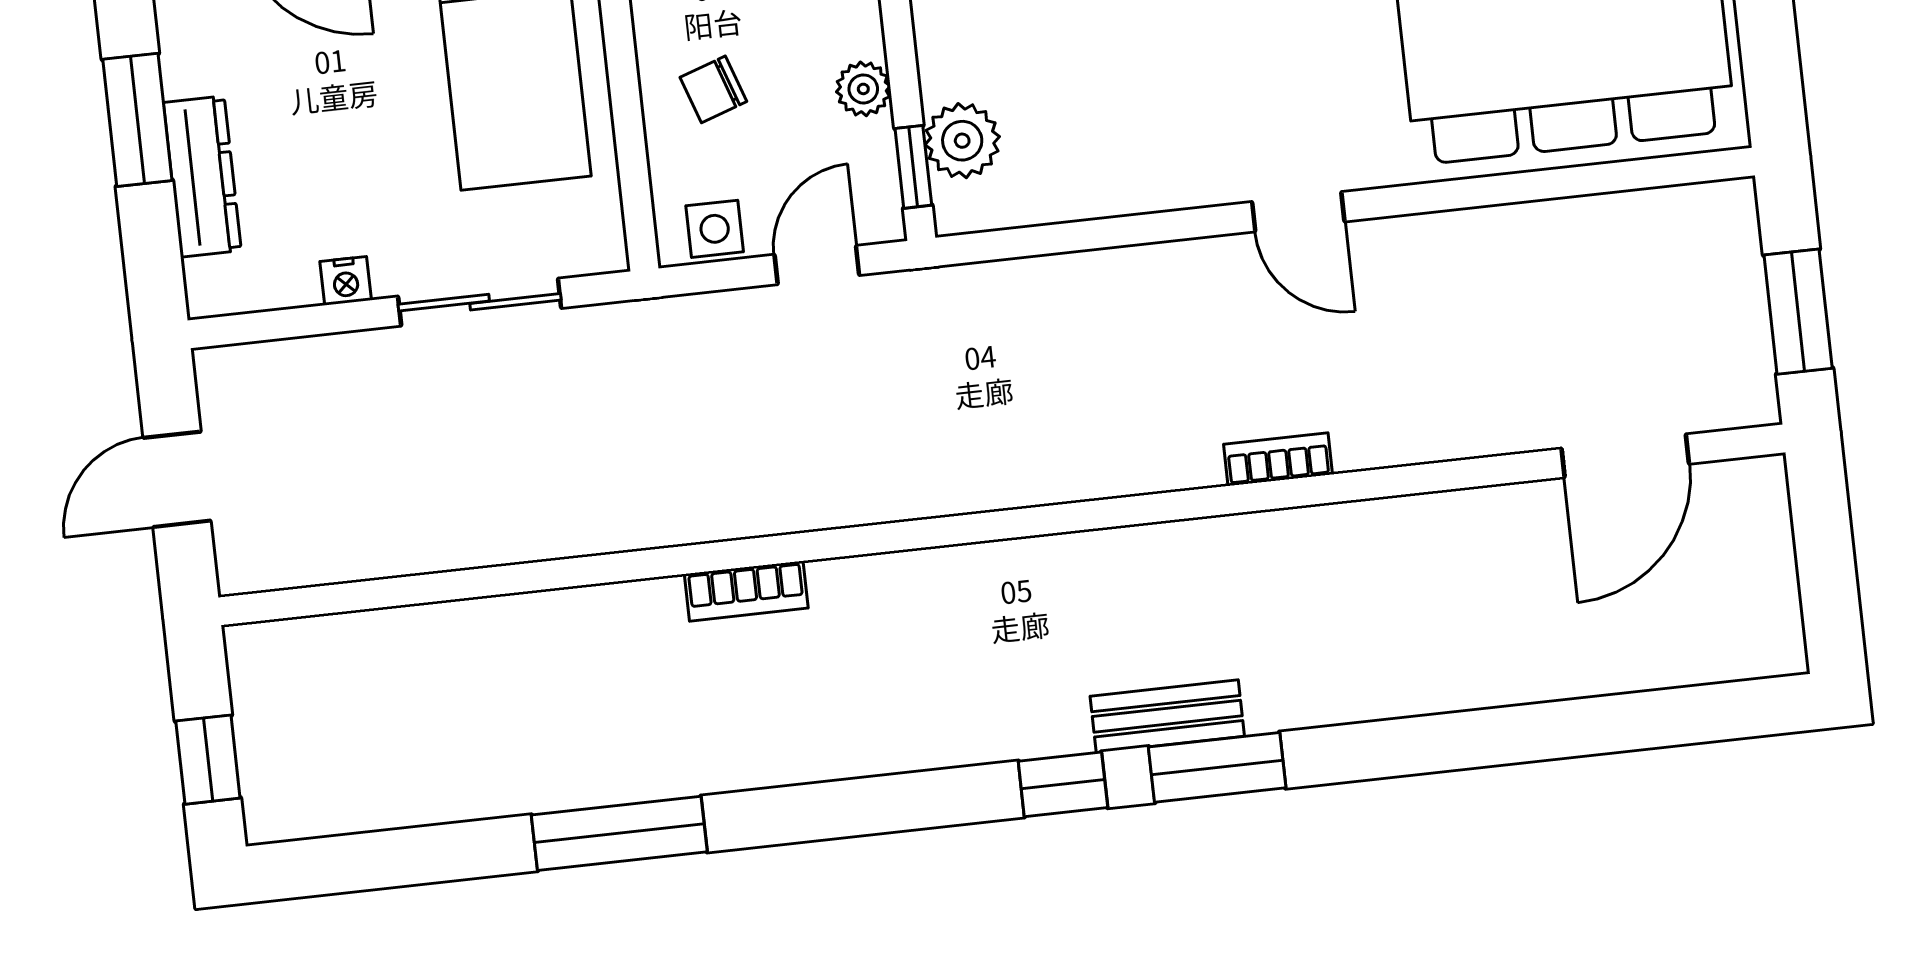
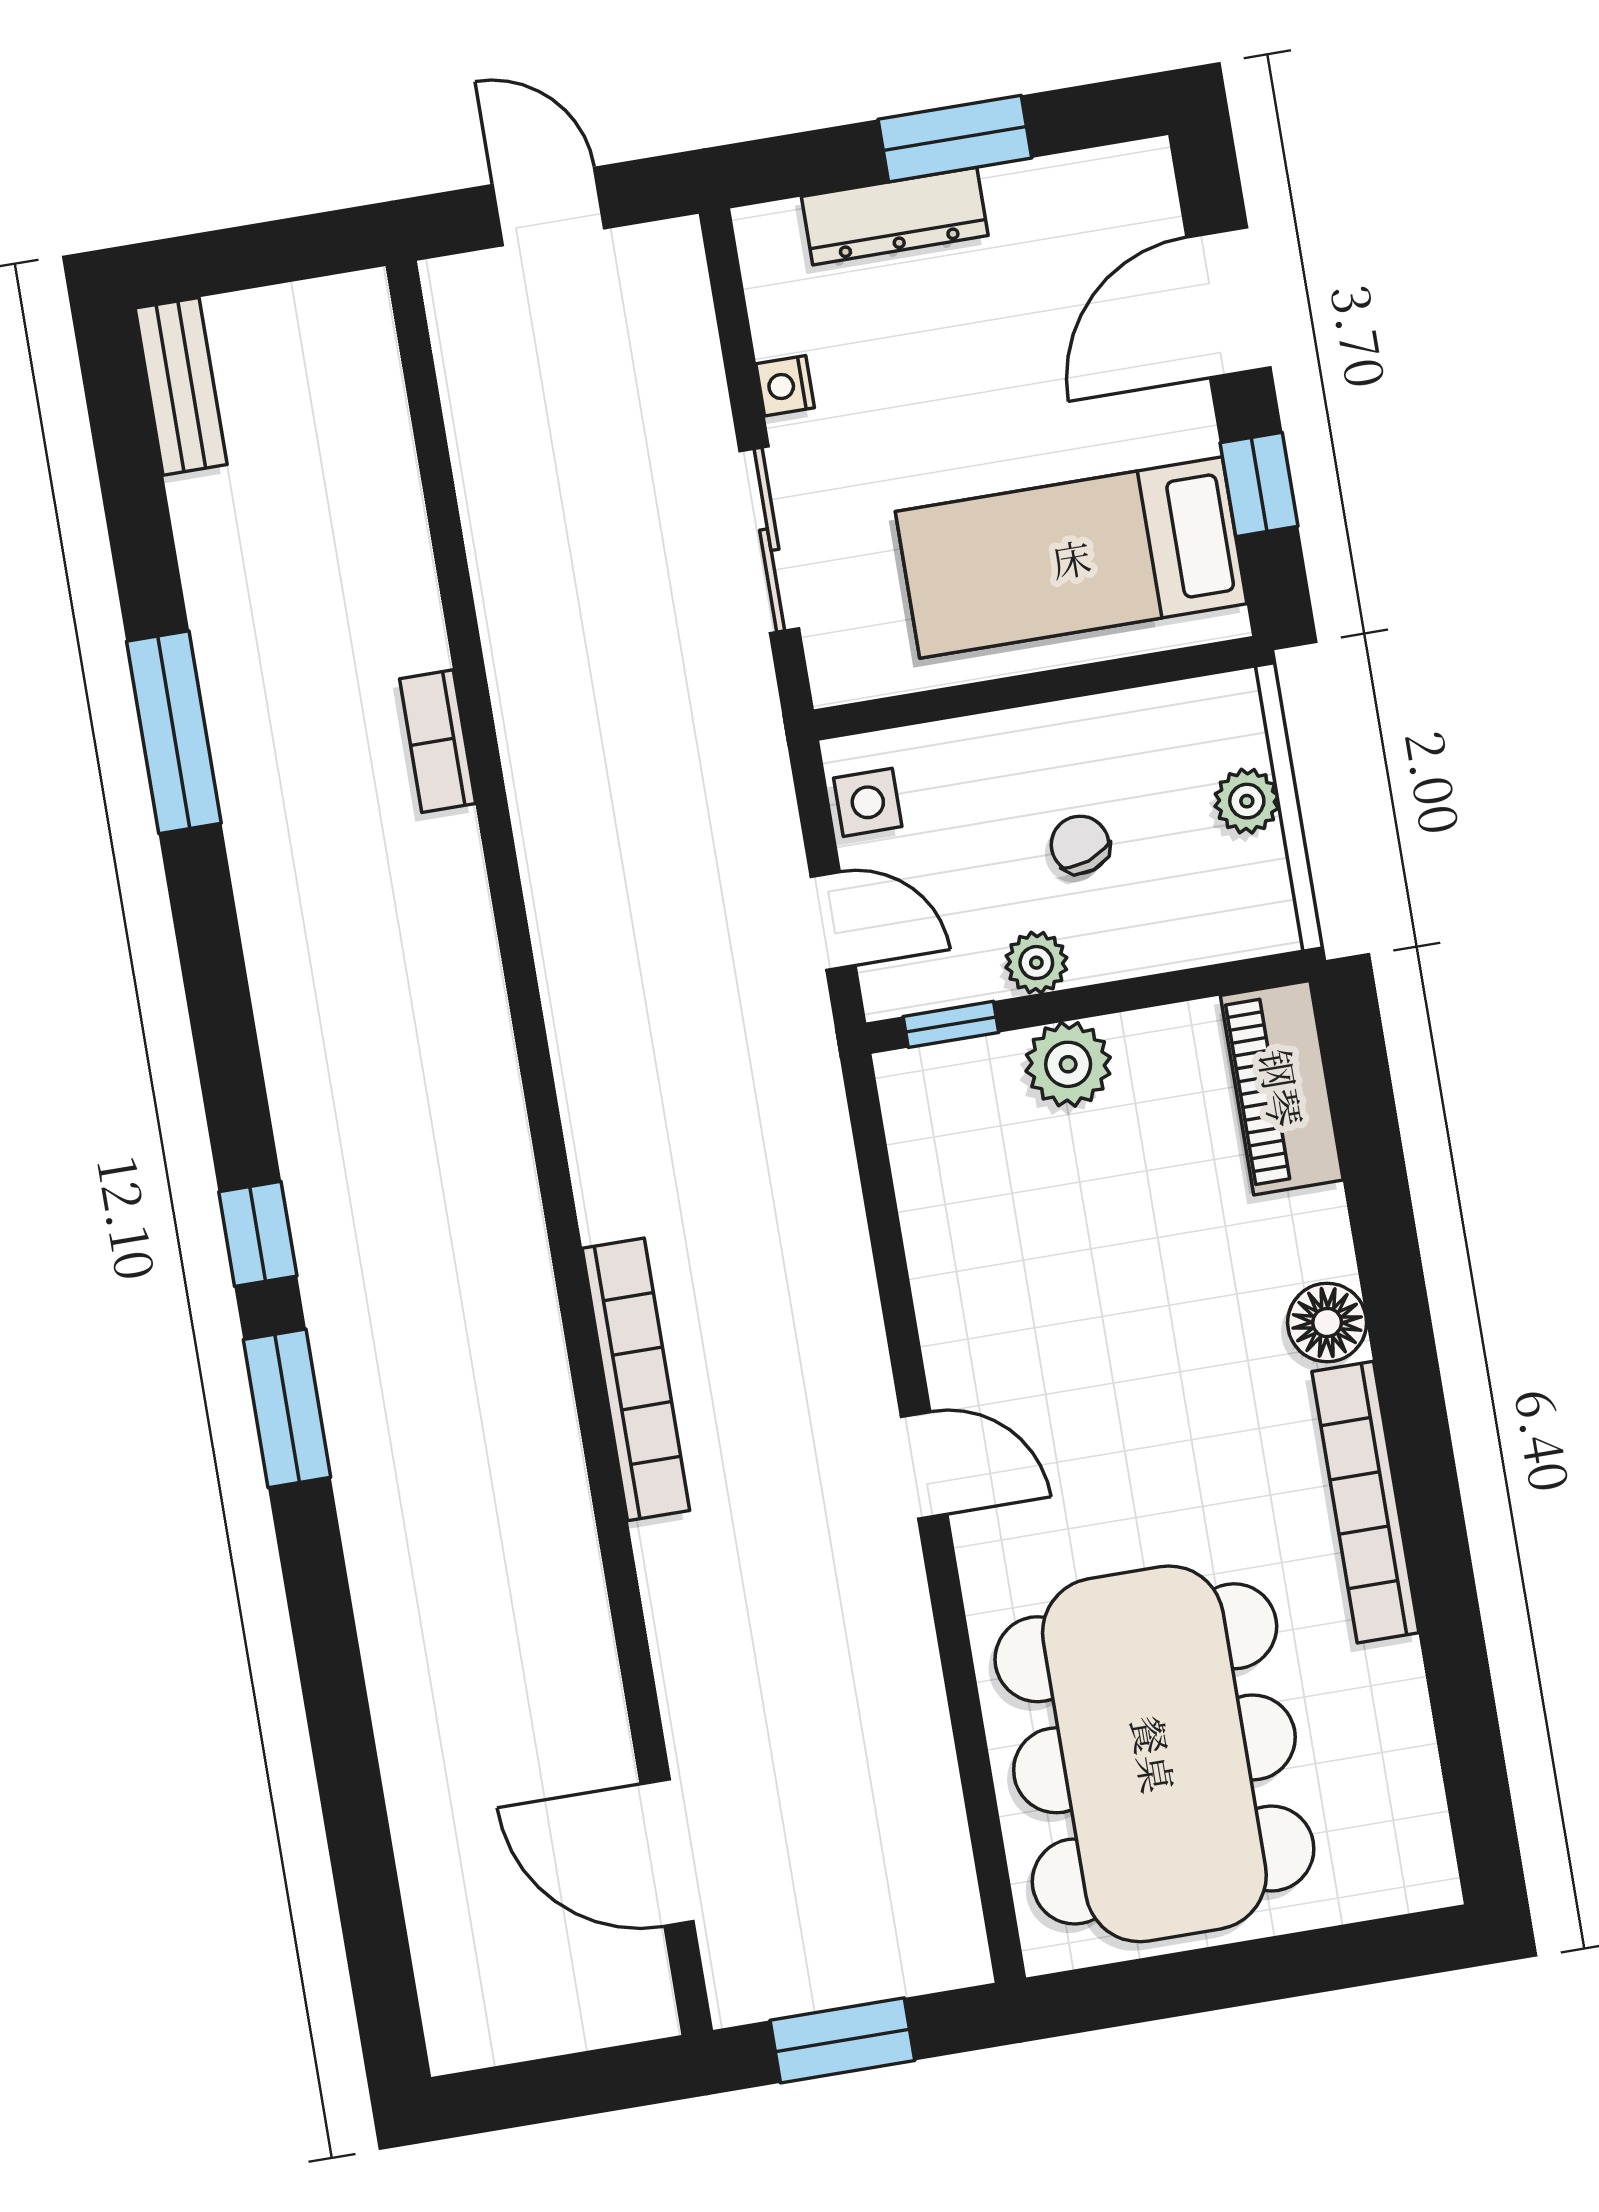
chair: (713, 89) -> (1080, 845), moved
plant: (962, 141) -> (1068, 1064), moved
door: (1298, 212) -> (924, 1465), swing flipped
bookcase: (1278, 459) -> (636, 1379), width x2.31, depth x1.31
bookcase: (746, 591) -> (438, 741), moved
bench: (1167, 716) -> (181, 386), moved
window: (208, 760) -> (232, 260), removed

